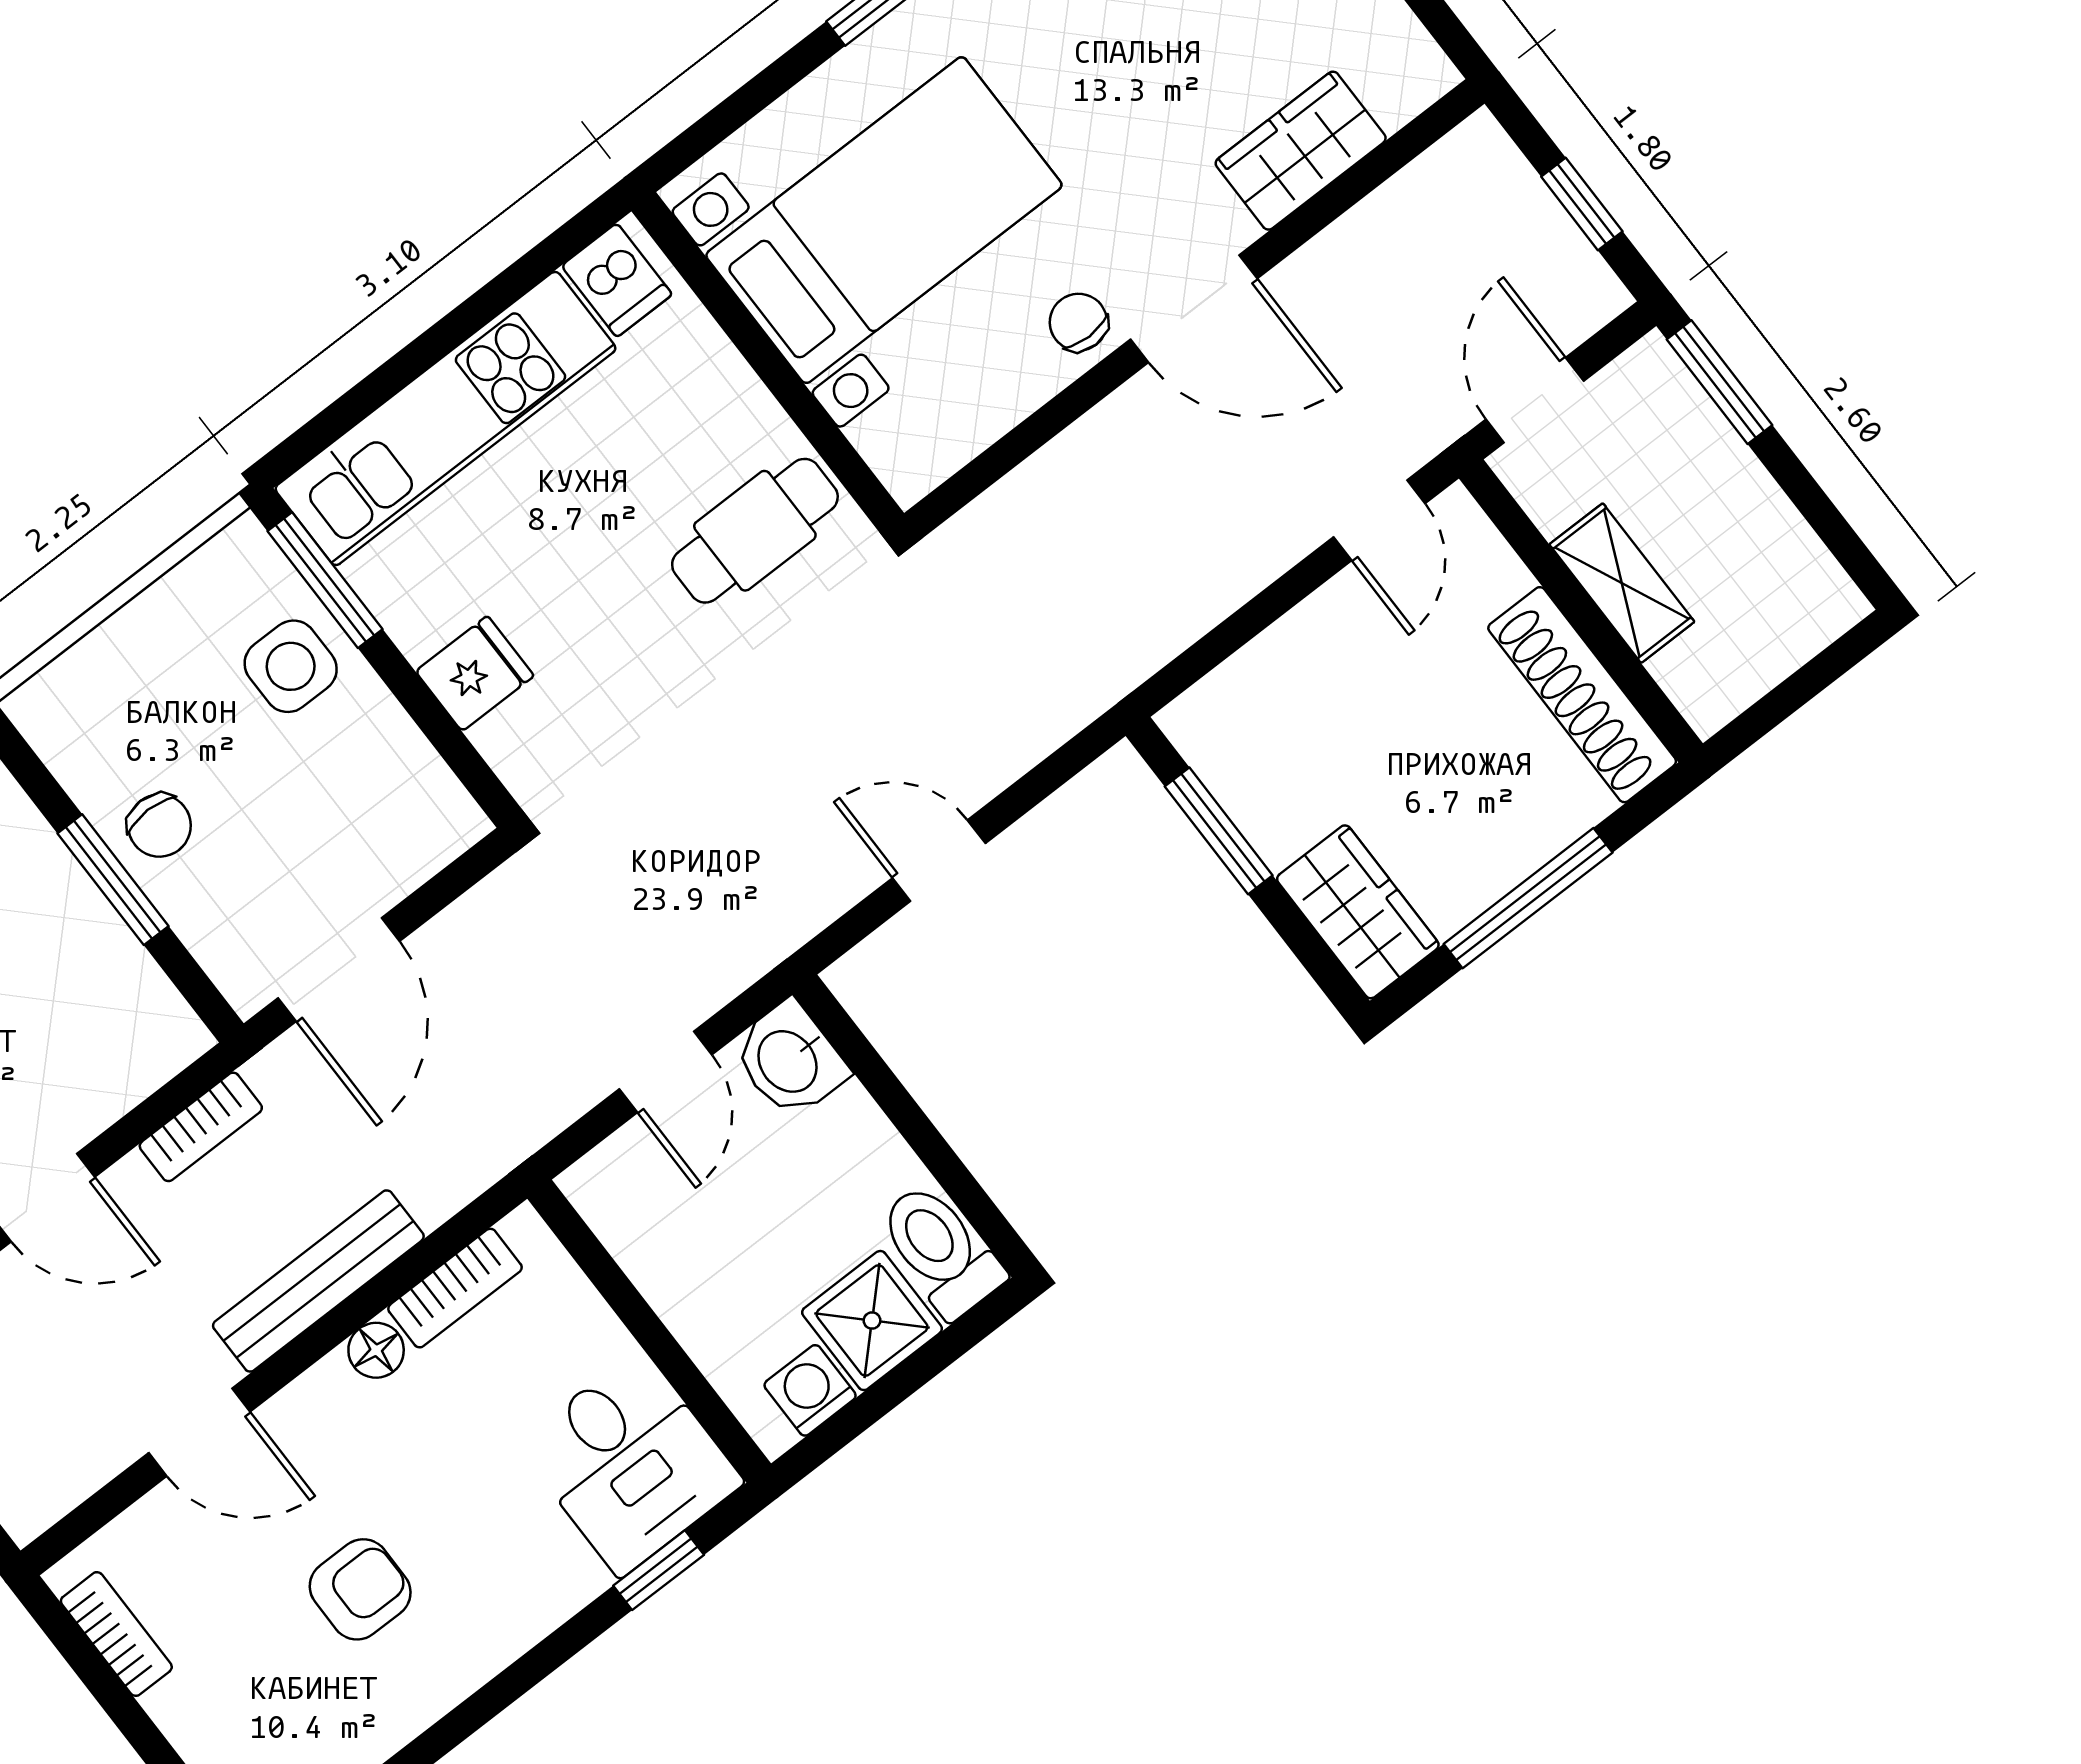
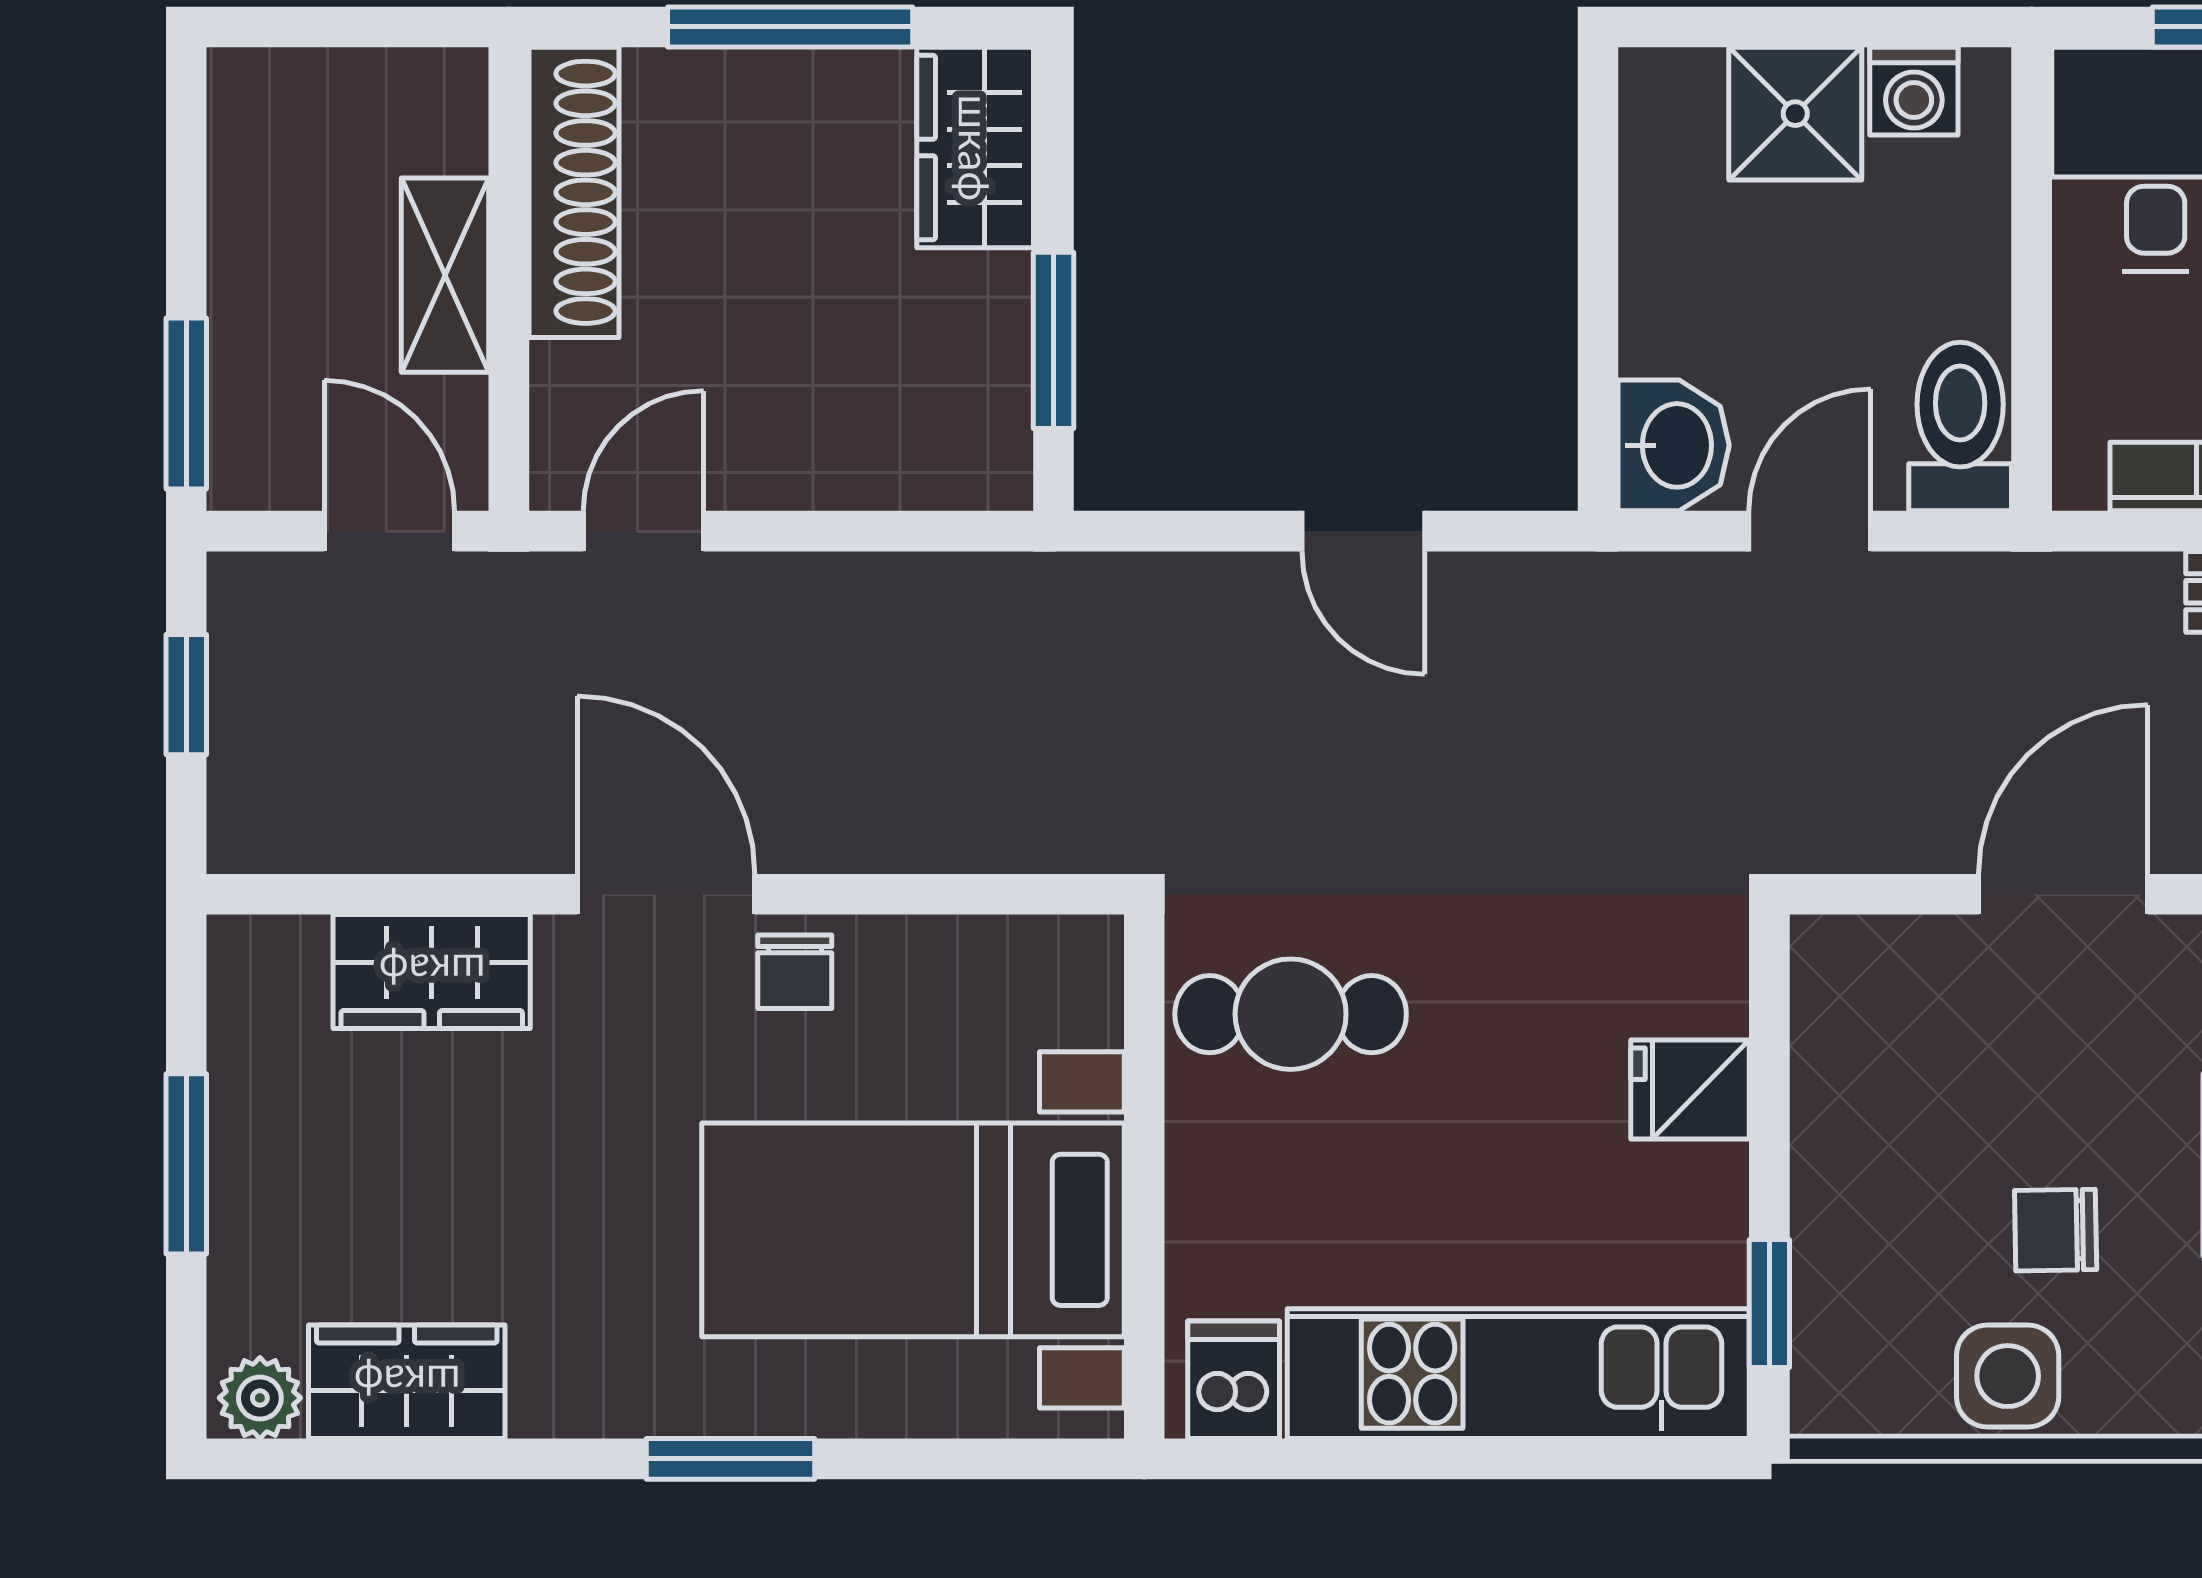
door: (1535, 400) -> (389, 531), swing flipped
window: (325, 580) -> (1769, 1303), width x0.67
side table: (291, 666) -> (2008, 1376), moved
chair: (160, 826) -> (2056, 1230), moved, turned -91
toilet: (941, 1250) -> (1960, 427), moved, turned 180

